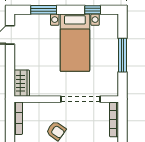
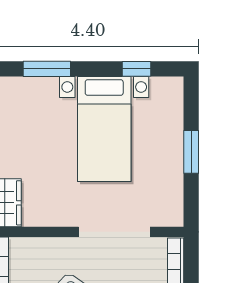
window: (123, 55) -> (191, 152), width x0.69

